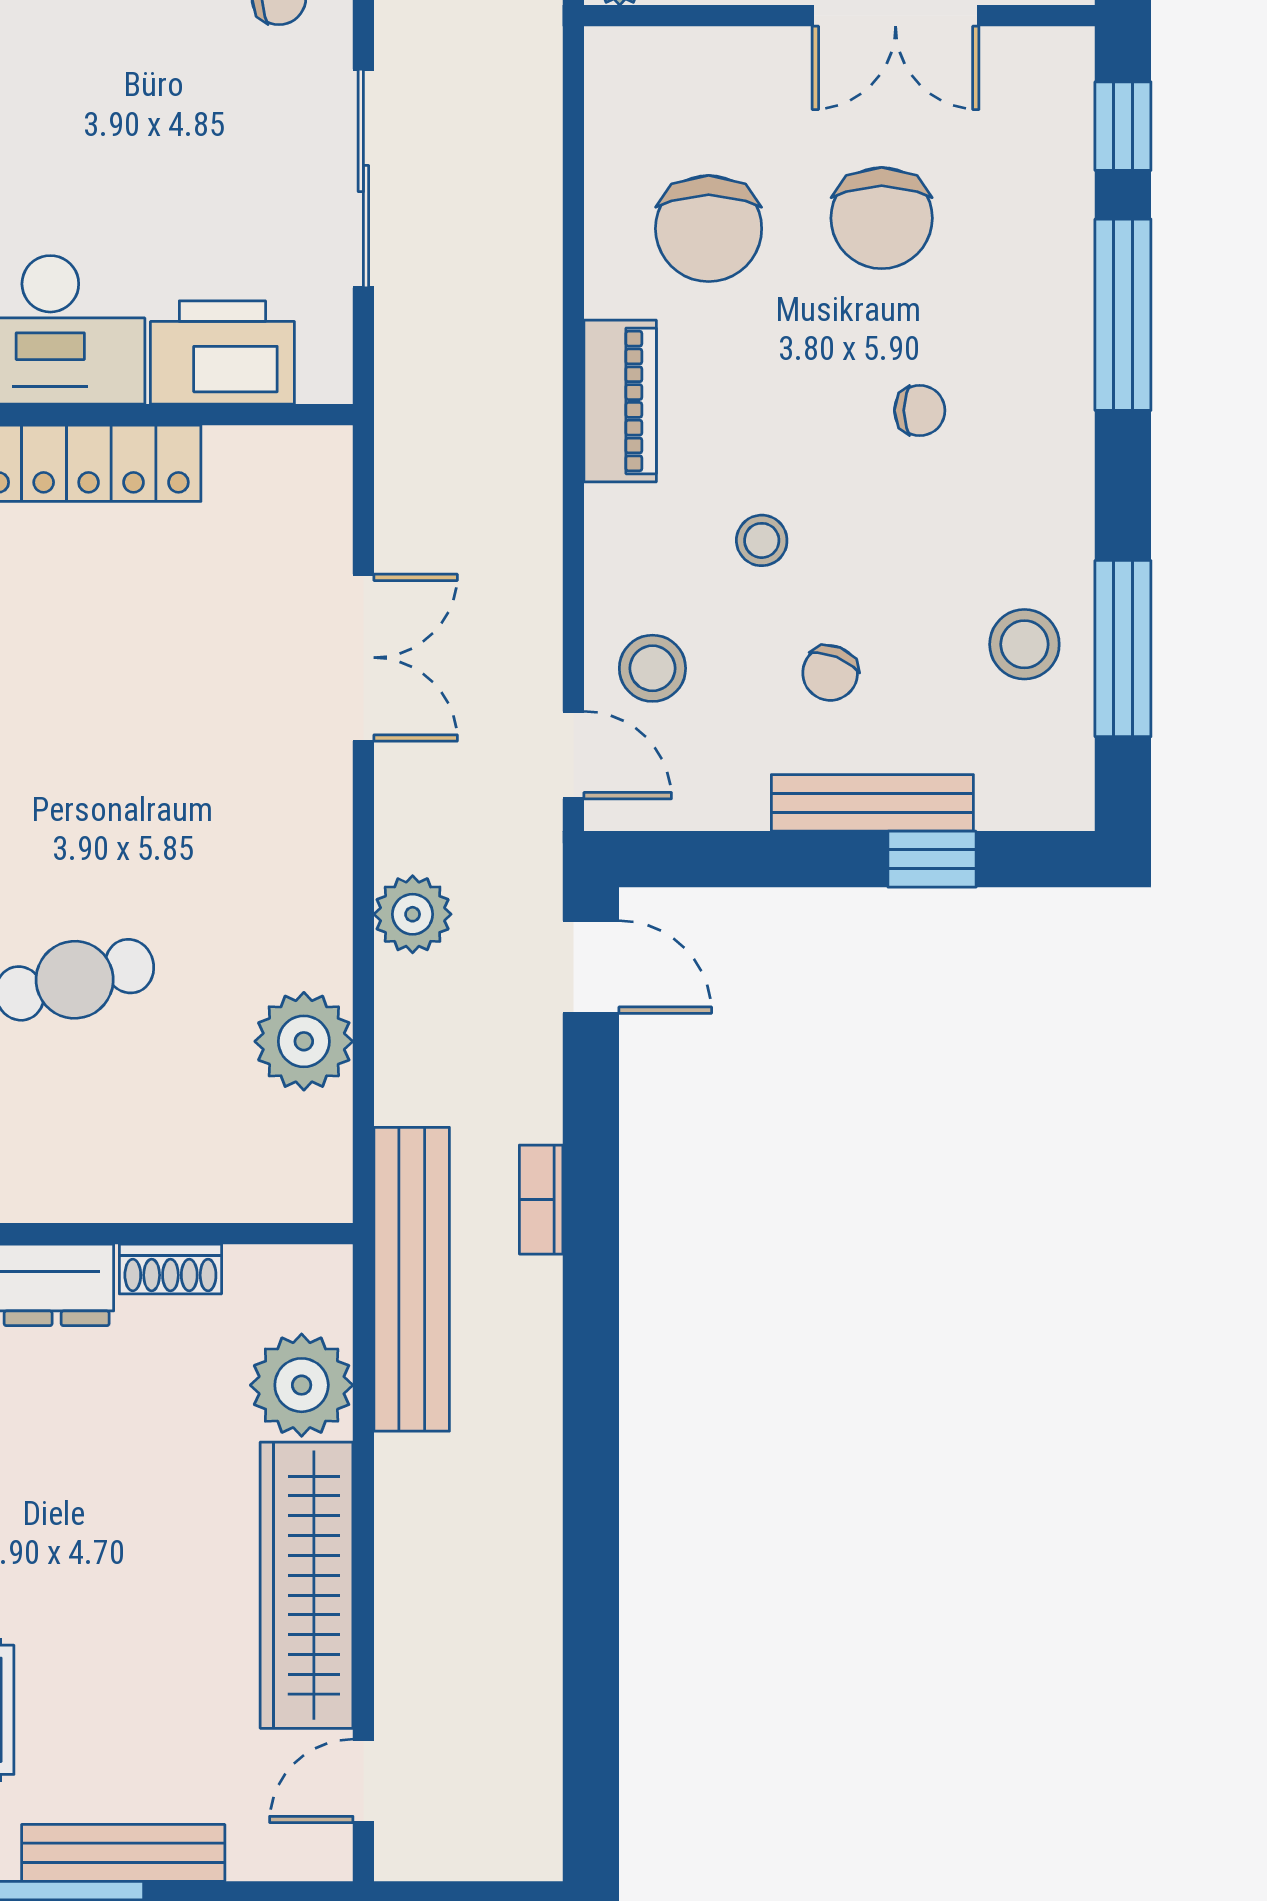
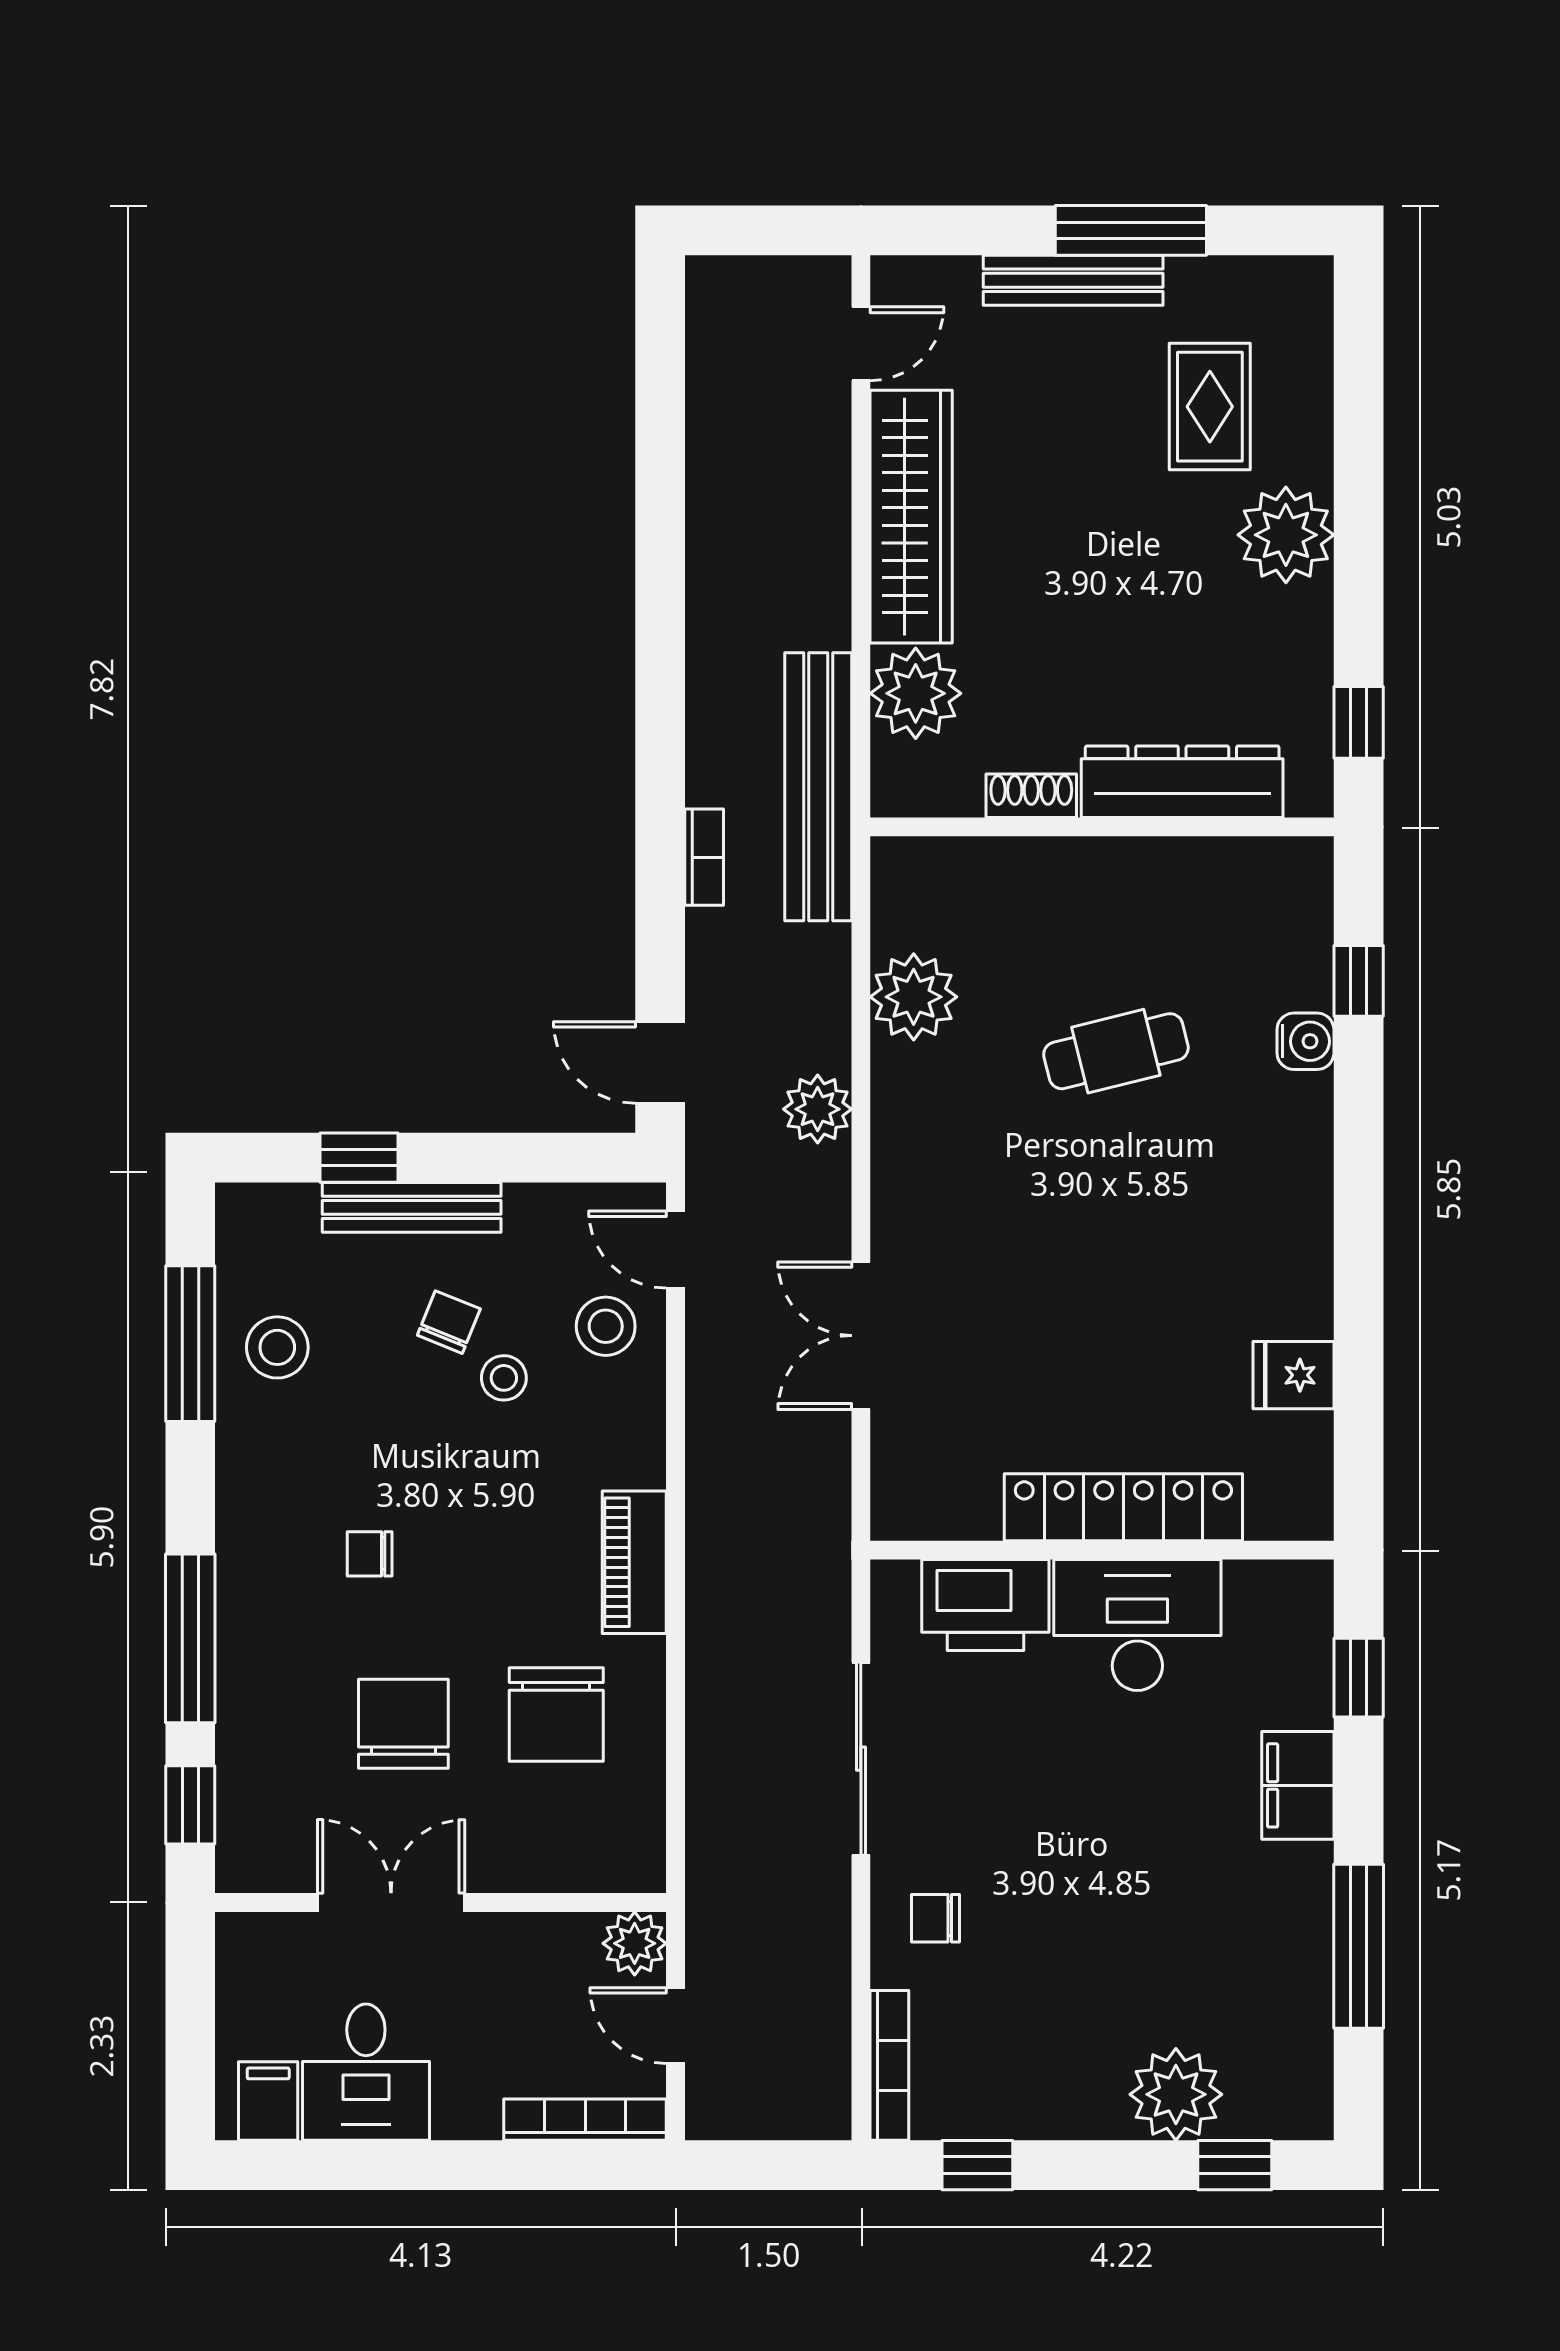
chair: (709, 229) -> (556, 1715), turned 180
stool: (762, 540) -> (504, 1378), moved

